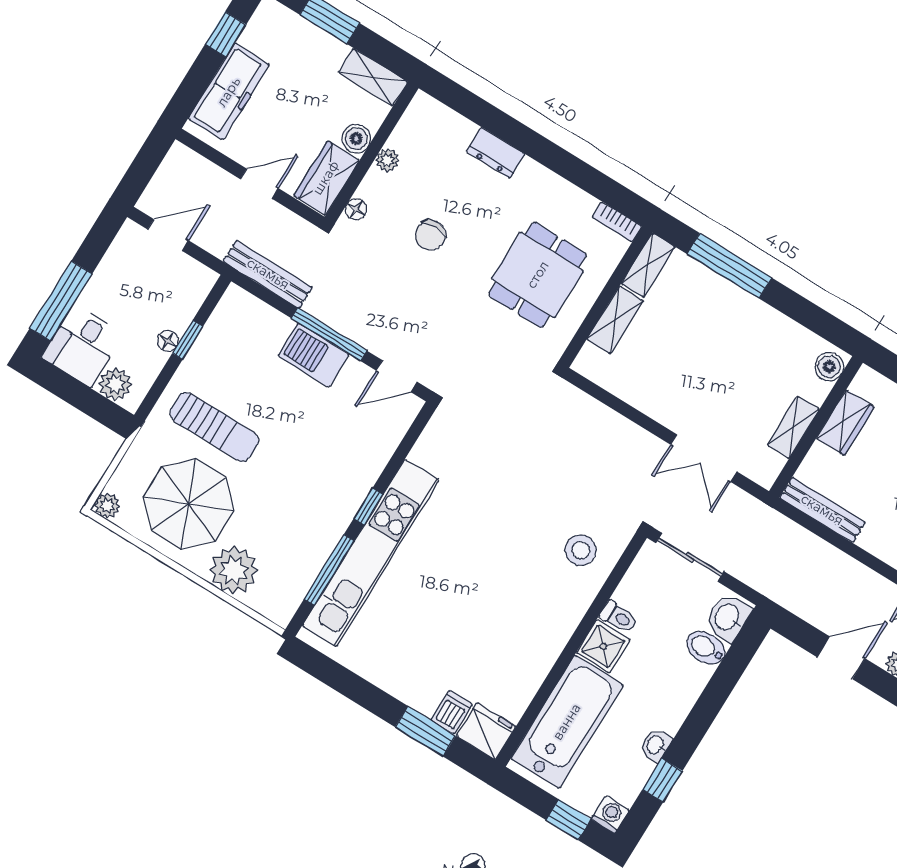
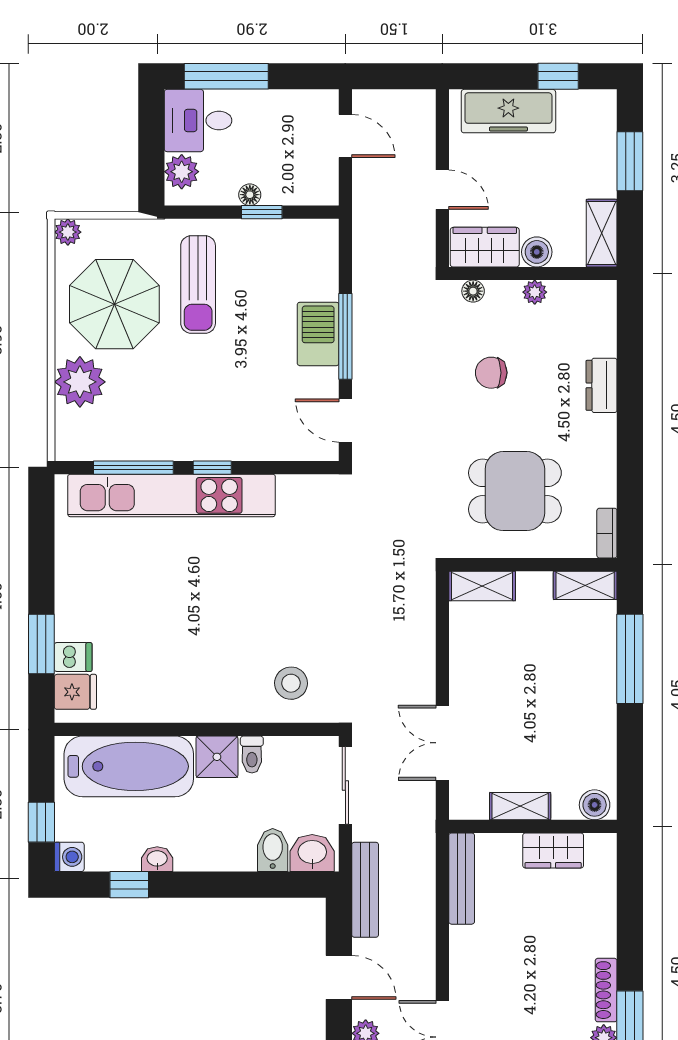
bench: (268, 274) -> (365, 890), moved
shelving: (615, 320) -> (482, 586), moved
fridge: (486, 731) -> (75, 692), width x0.72

